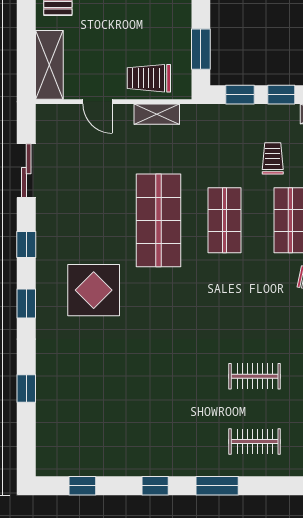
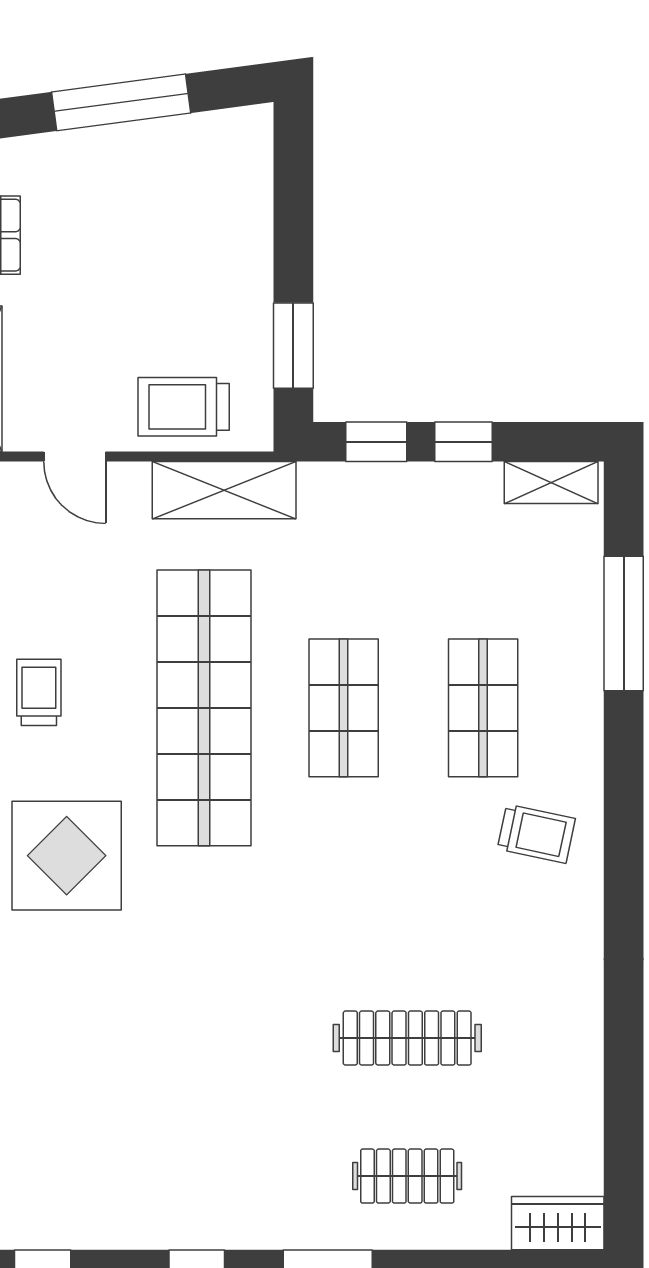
shelving: (157, 114) -> (224, 490), width x1.50, depth x1.33
trolley: (273, 158) -> (39, 692), moved
shop shelf: (159, 220) -> (204, 708), width x1.40
clothes rail: (255, 376) -> (407, 1038), width x1.36

